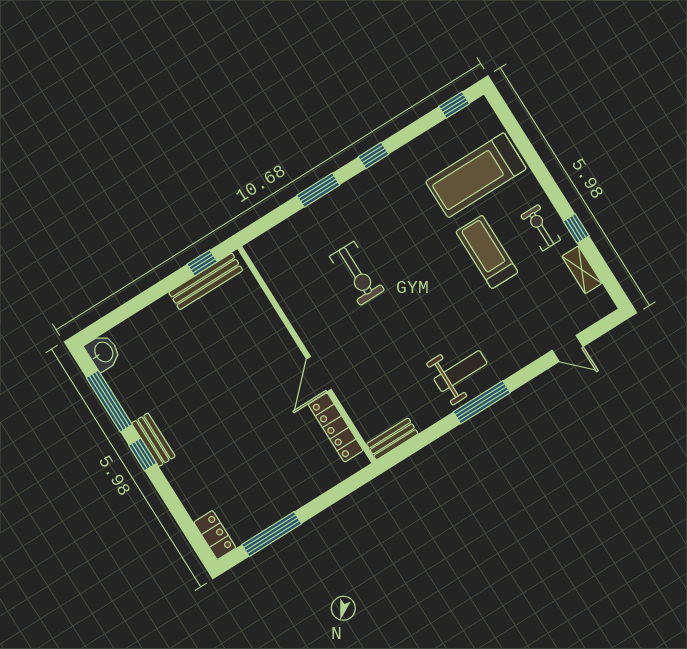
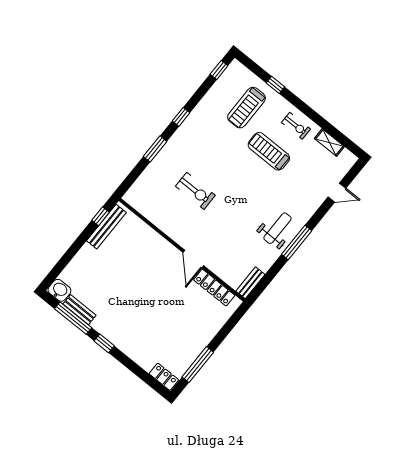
treadmill: (476, 175) -> (247, 108), width x0.73, depth x0.73
exercise bike: (541, 228) -> (296, 126), turned 180
window: (576, 229) -> (275, 85), moved
bench: (153, 440) -> (80, 310), moved

